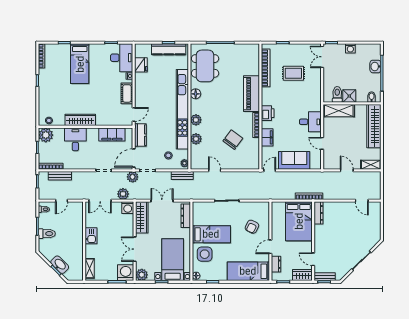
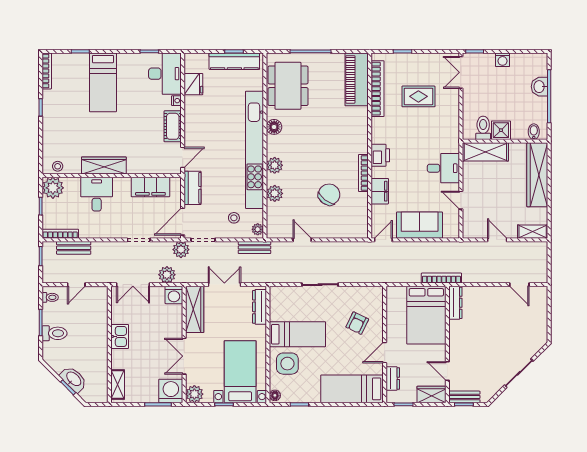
piano: (252, 94) -> (357, 79), moved

